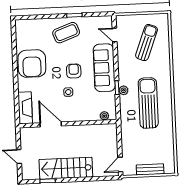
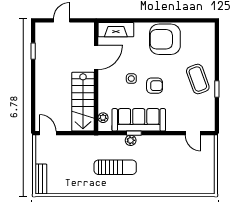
door: (115, 35) -> (193, 133), swing flipped
sun lounger: (147, 43) -> (183, 168), removed
sofa: (104, 68) -> (139, 120), moved
sun lounger: (148, 103) -> (115, 167), width x0.73, depth x0.75
stairs: (66, 168) -> (83, 102), moved, turned 180
bench: (150, 169) -> (41, 179), moved

